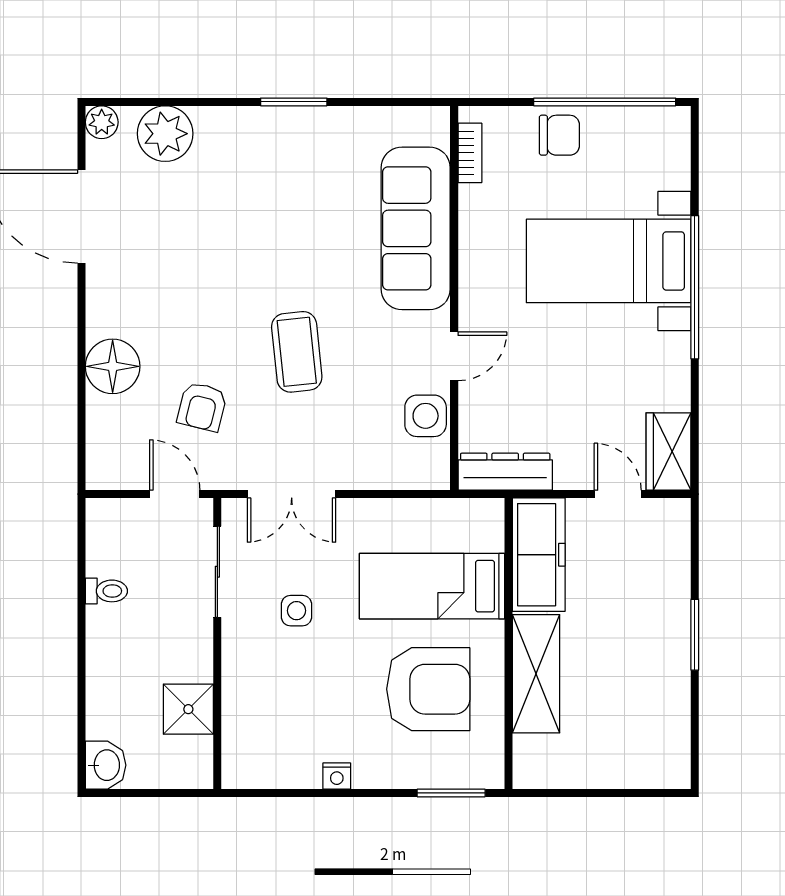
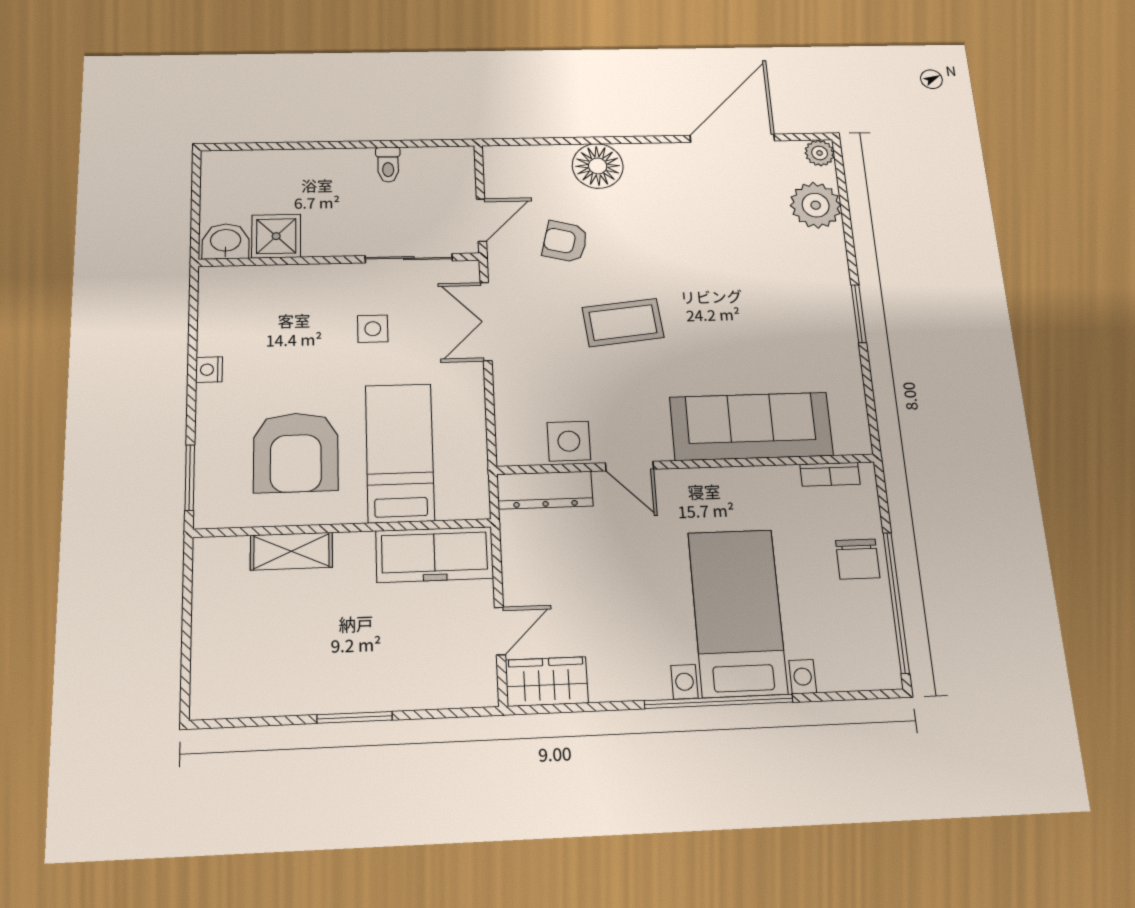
dresser: (505, 472) -> (545, 490), moved, turned 90
shelving: (536, 674) -> (292, 551), width x0.67, depth x0.75
washbasin: (106, 765) -> (226, 241), moved, turned 180

